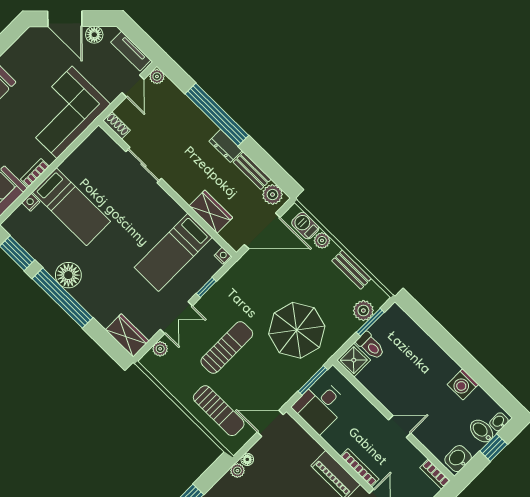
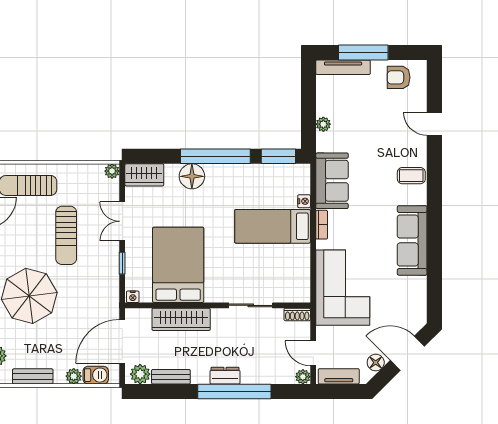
dresser: (226, 146) -> (225, 376), moved
wardrobe: (211, 212) -> (181, 319), width x1.50
bed: (173, 252) -> (178, 265), width x1.50
floor lamp: (68, 275) -> (192, 176), moved
plant: (160, 349) -> (112, 171), moved

